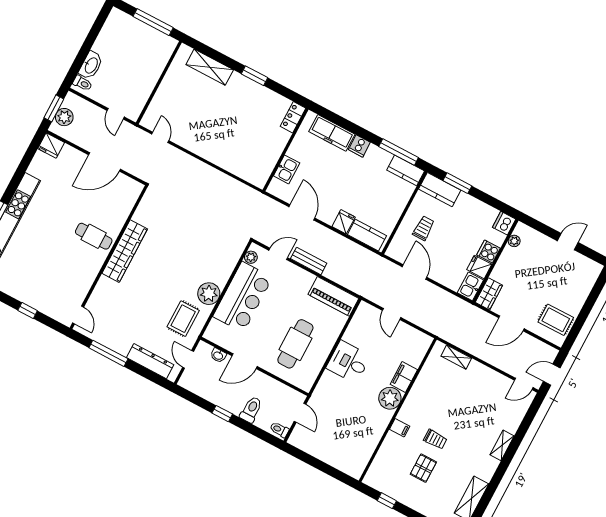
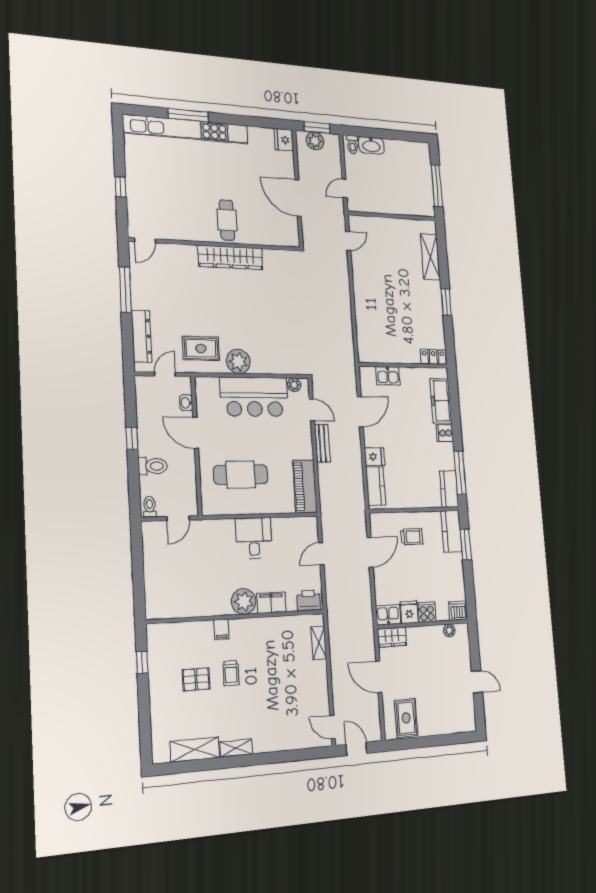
printer: (420, 346) -> (309, 600), added
shelving: (502, 445) -> (236, 748), moved

